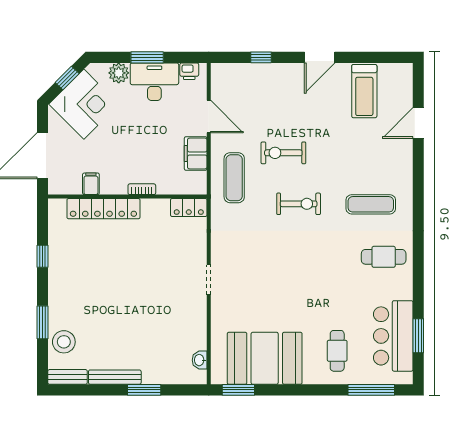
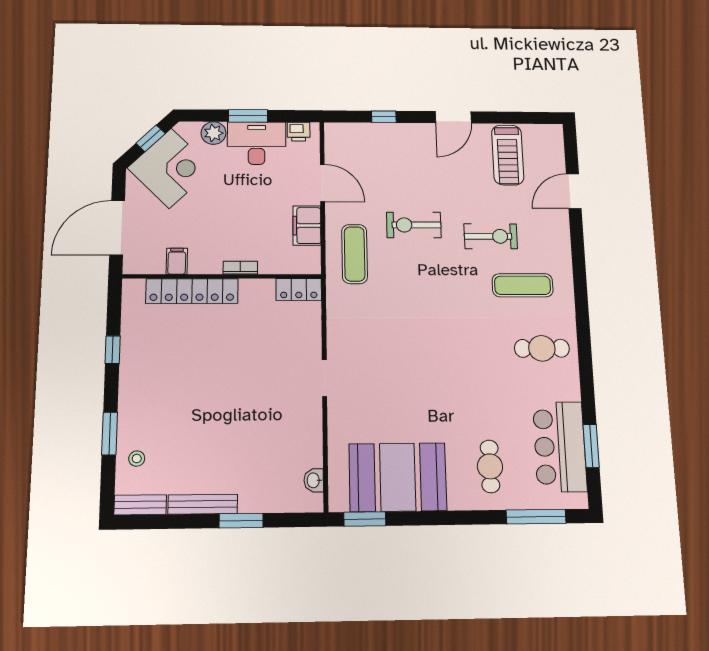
exercise bike: (299, 204) -> (491, 236), moved
stool: (64, 342) -> (137, 459), width x0.53, depth x0.53

